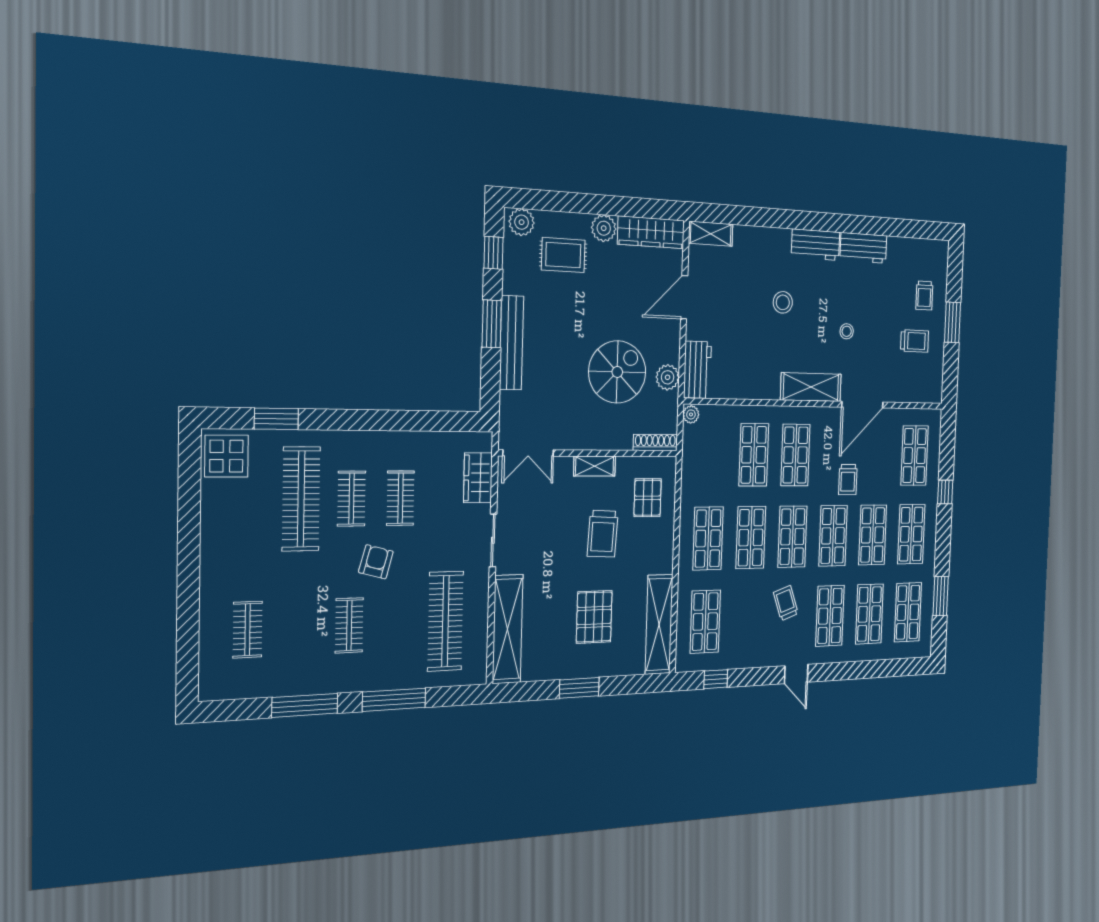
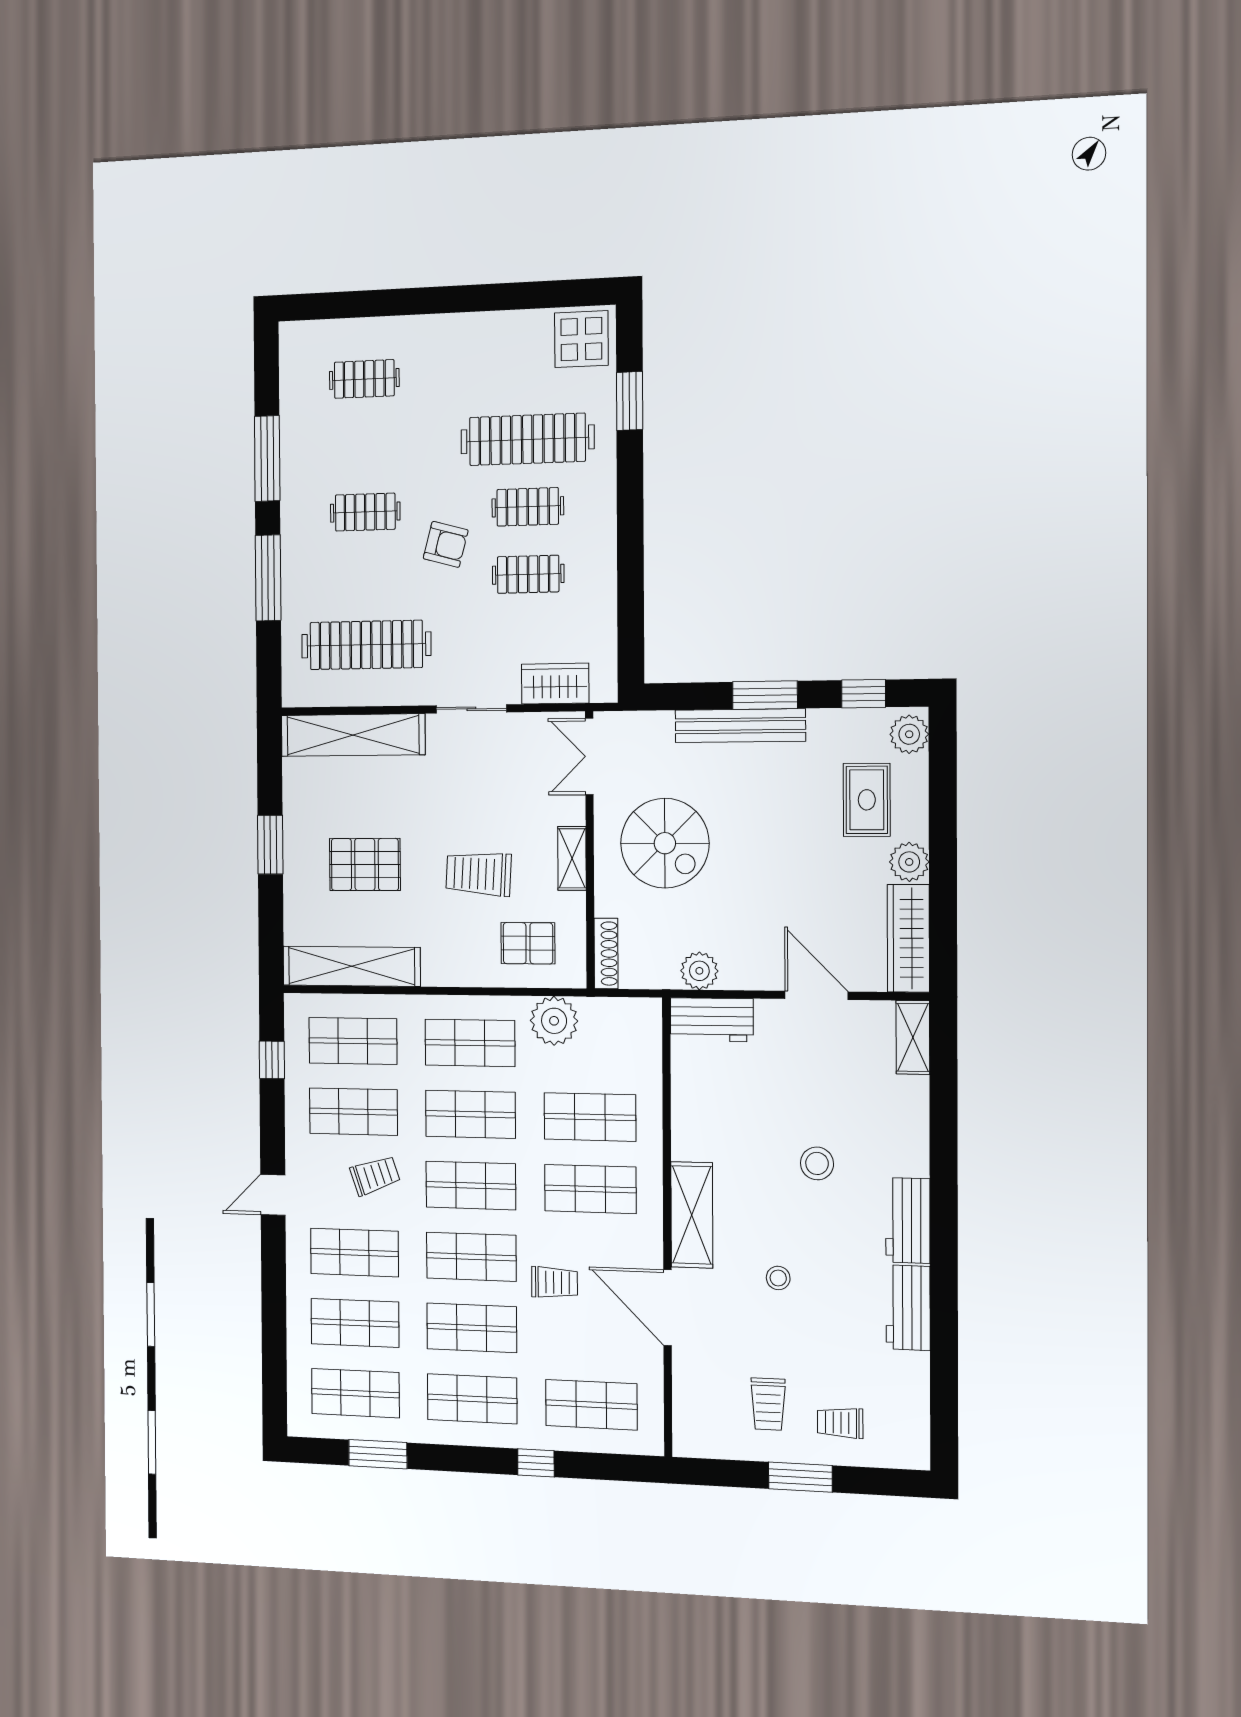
spiral stairs: (617, 372) -> (665, 843), moved
plant: (691, 414) -> (554, 1021), moved, width x1.88, depth x1.88
trolley: (848, 480) -> (554, 1282), turned 180
shop shelf: (748, 620) -> (353, 1112), added

